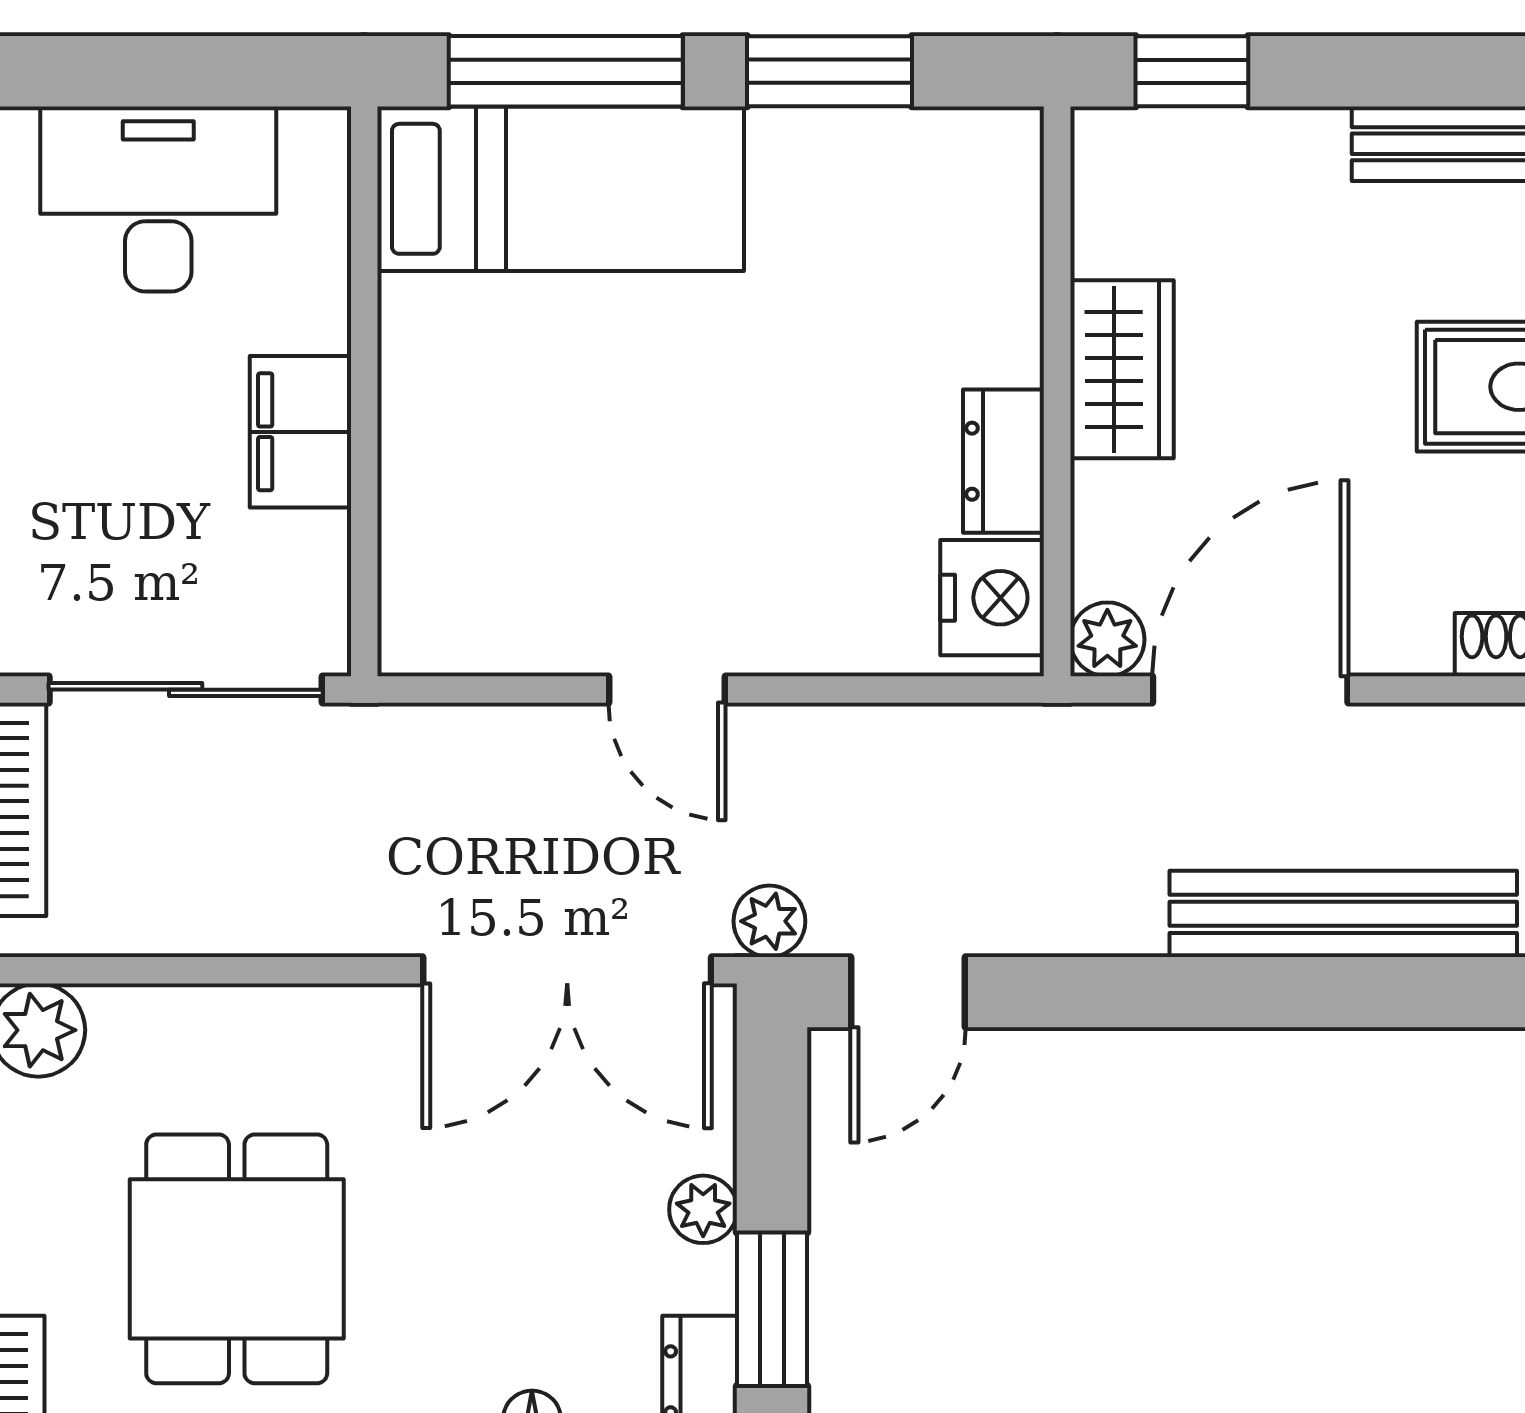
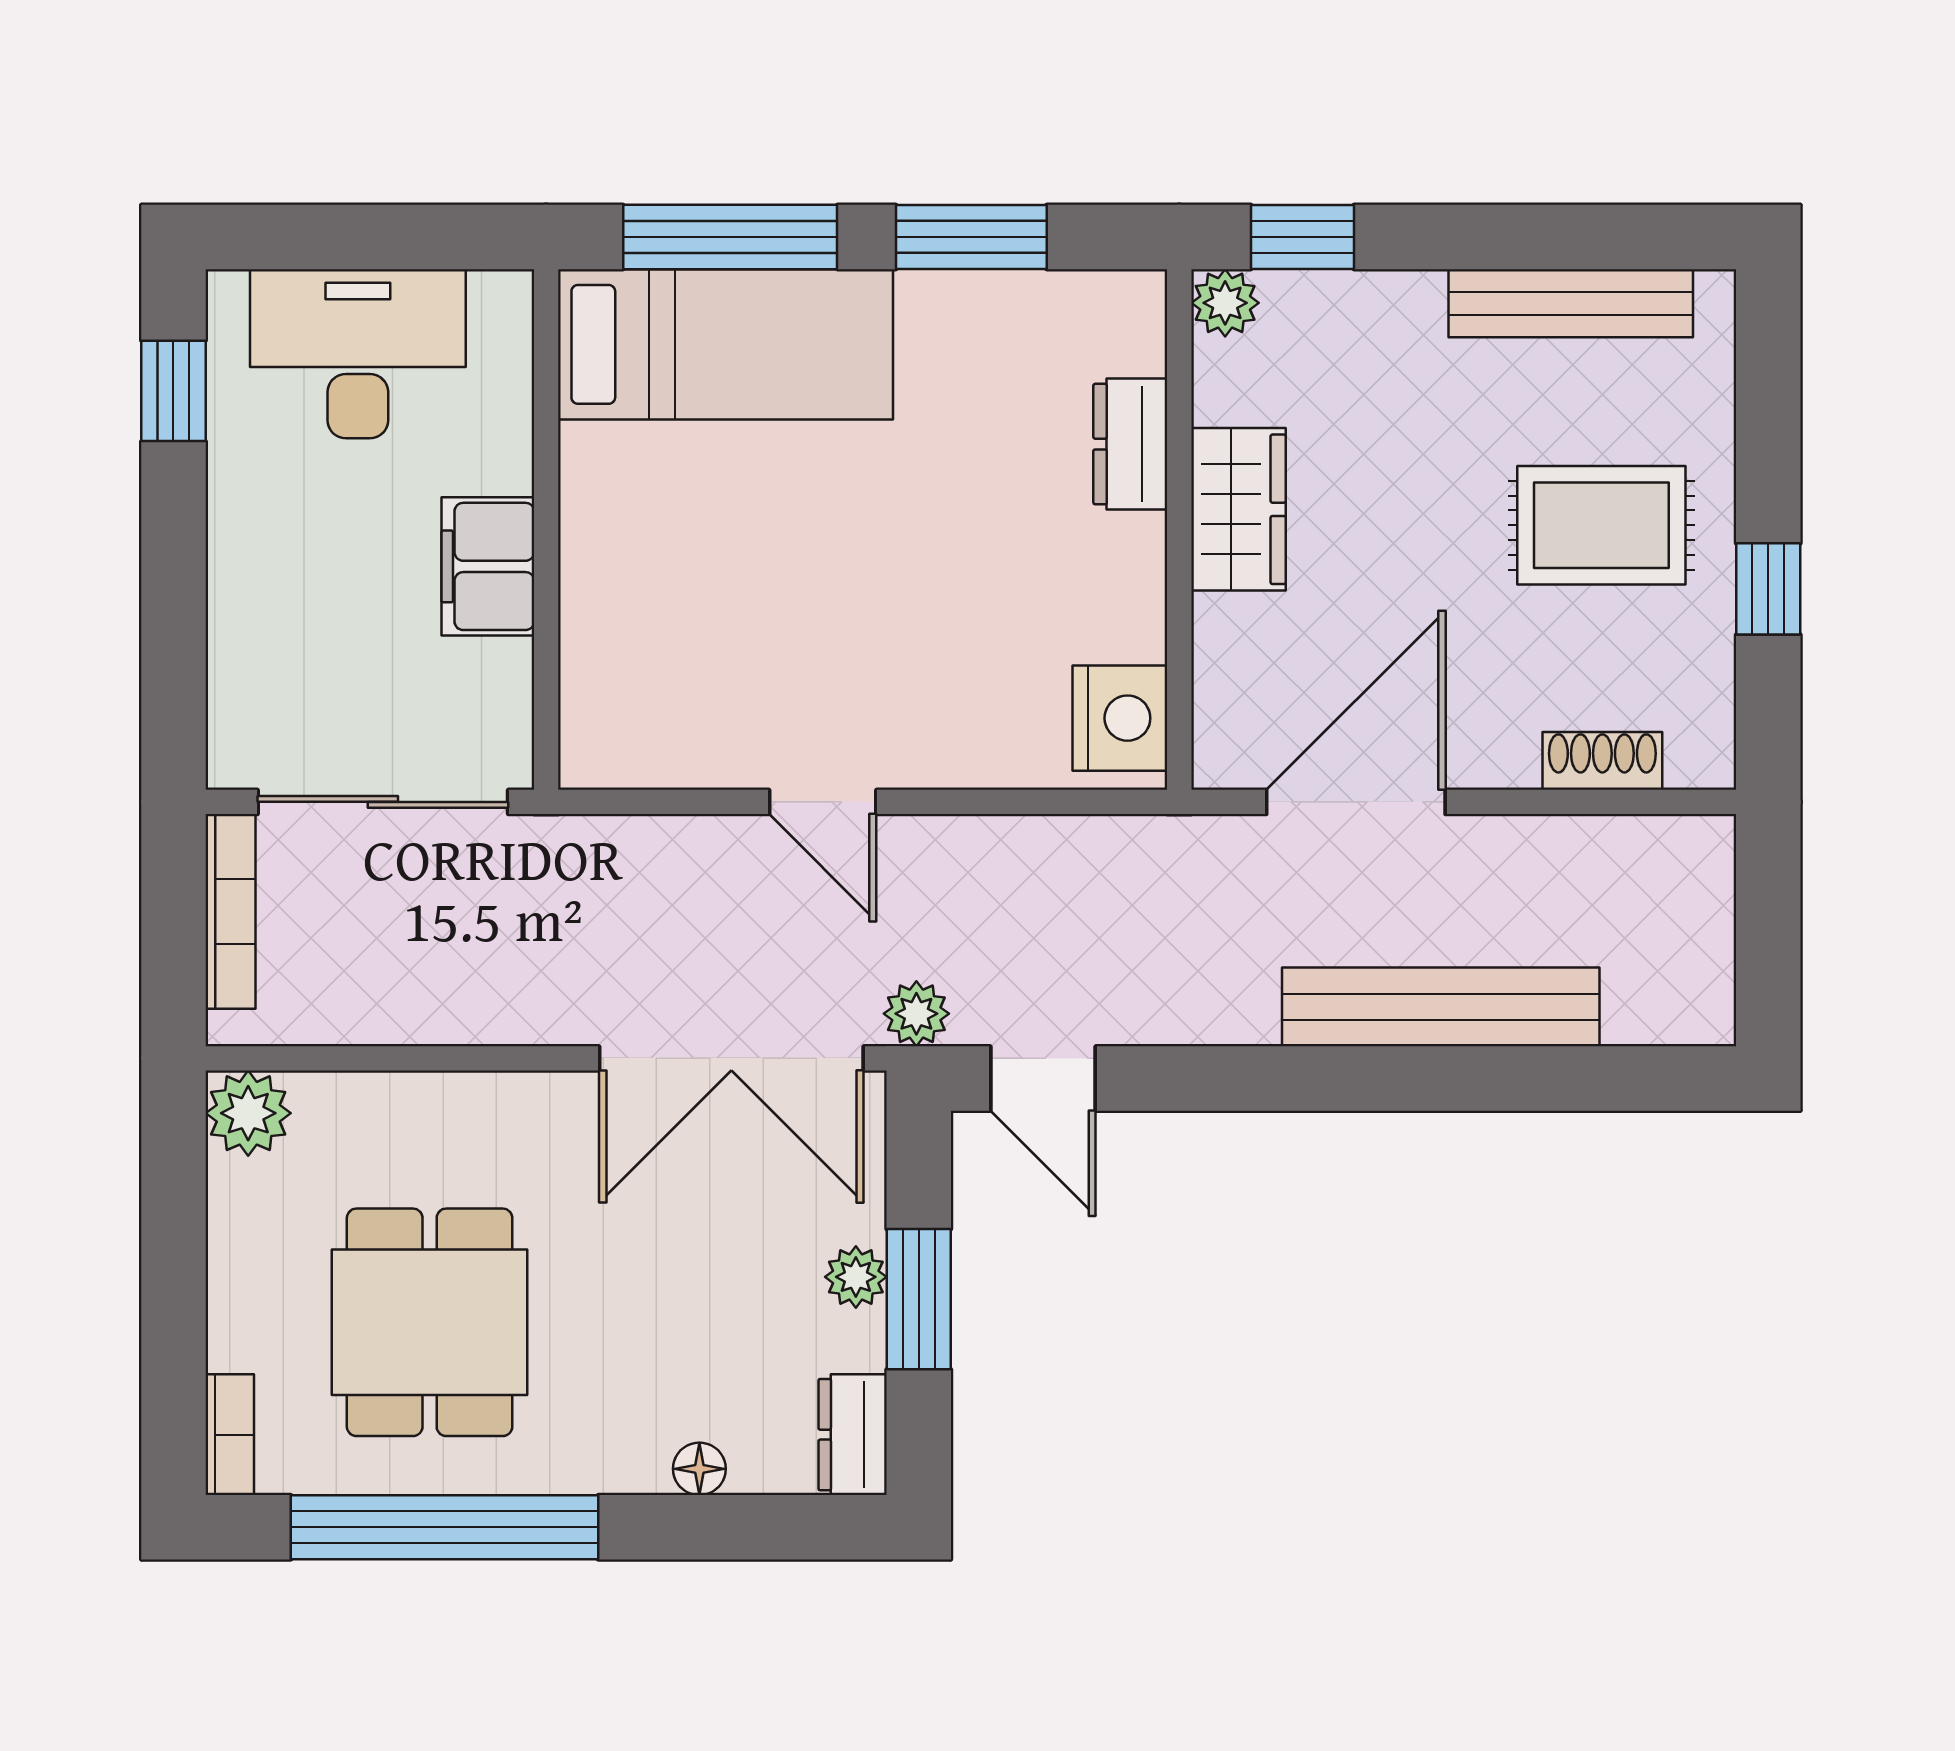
dresser: (1004, 461) -> (1130, 444), moved
plant: (1107, 639) -> (1225, 303), moved
door: (908, 992) -> (1043, 1078), hinge flipped
window: (772, 1309) -> (919, 1299), moved

